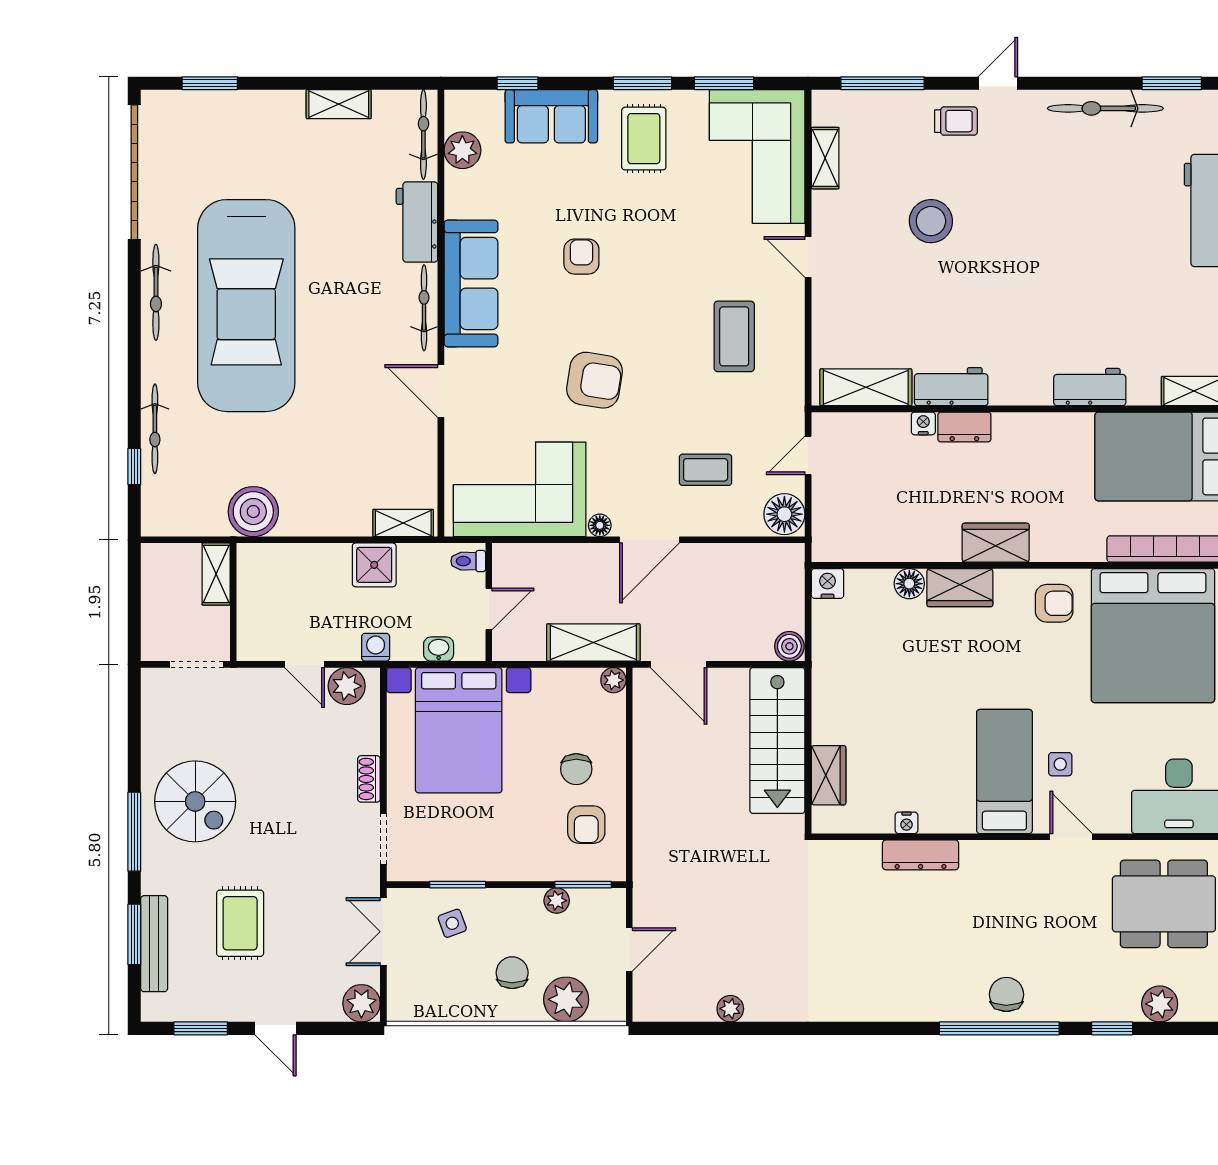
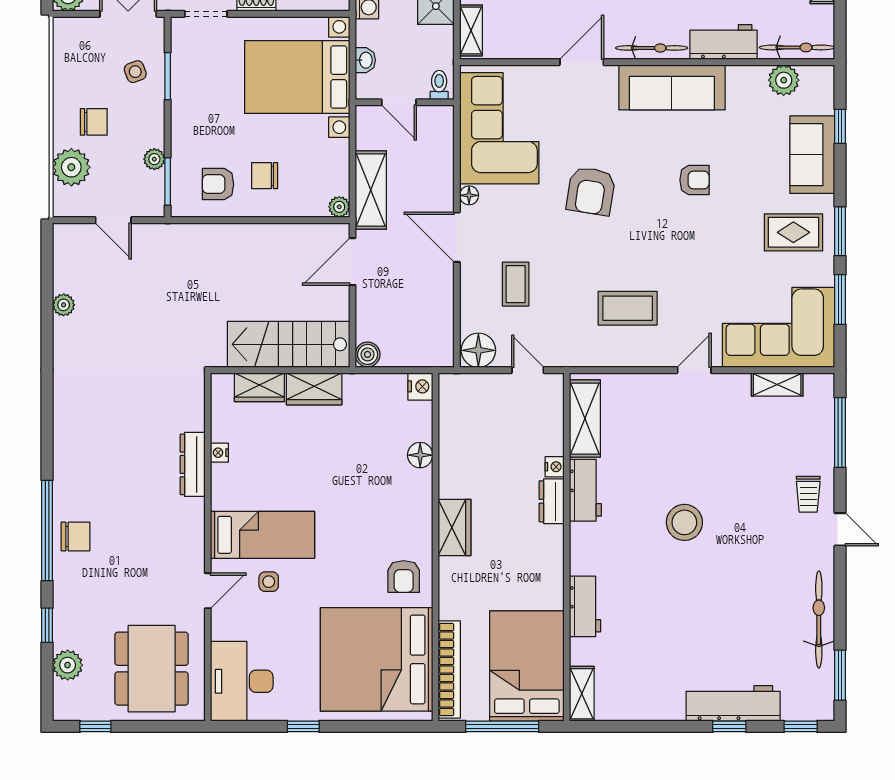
stool: (931, 221) -> (684, 522), moved
wardrobe: (960, 588) -> (314, 389), moved, turned -90

